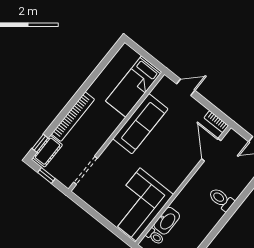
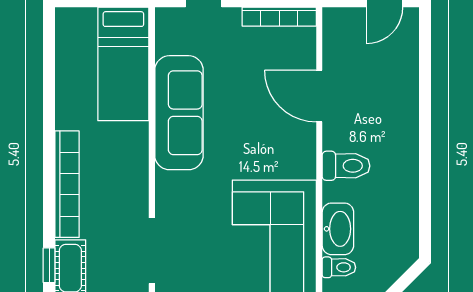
bookcase: (216, 122) -> (279, 17), width x1.56
door: (211, 150) -> (319, 96), moved
toilet: (221, 199) -> (346, 166), moved, turned 180

